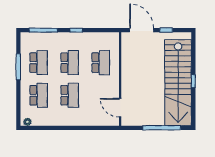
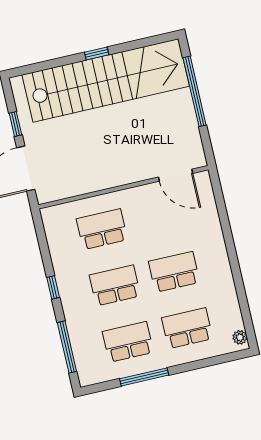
door: (120, 108) -> (176, 175), hinge flipped

